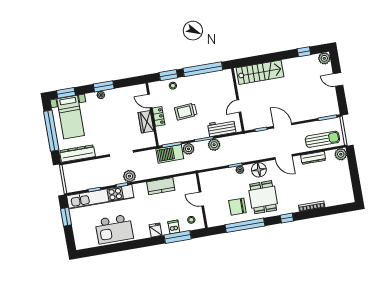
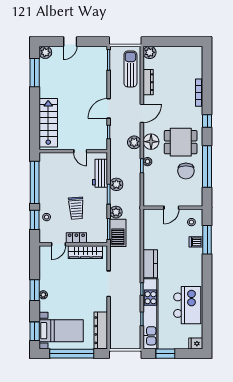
window: (304, 52) -> (35, 73), width x2.17
wardrobe: (146, 122) -> (85, 252), width x1.50
plant: (129, 176) -> (134, 142), moved
kitchen counter: (161, 186) -> (150, 264), moved
fridge: (156, 230) -> (196, 344), moved

